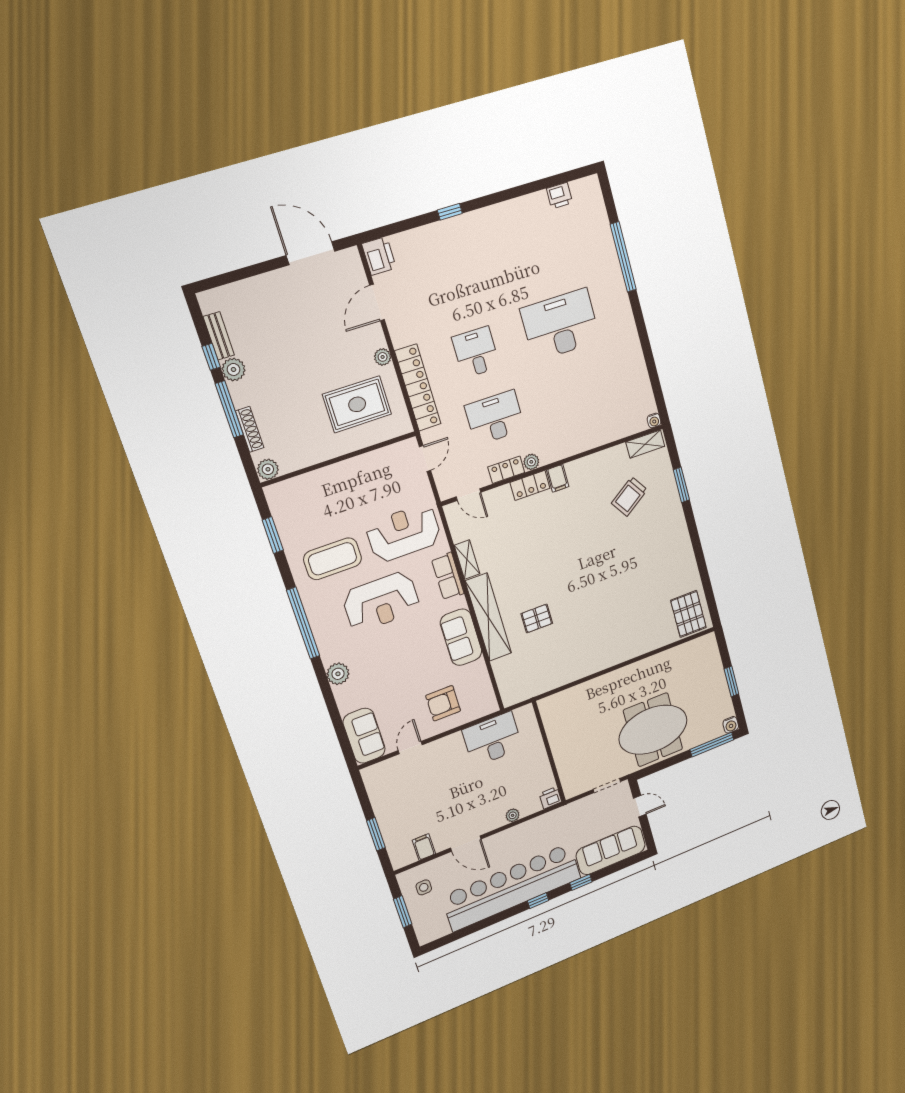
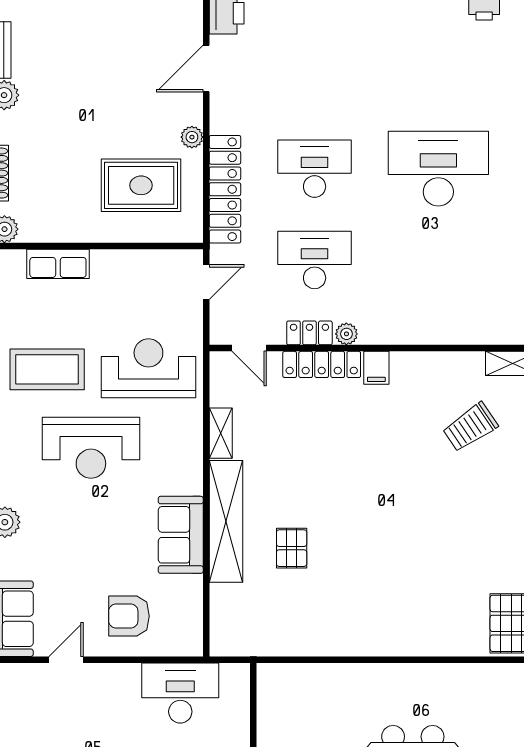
desk: (476, 352) -> (315, 169), width x1.37
locker: (530, 485) -> (322, 364), width x1.53
row of seats: (448, 576) -> (58, 264), moved, turned -90
pallet: (537, 618) -> (292, 548), turned 90

